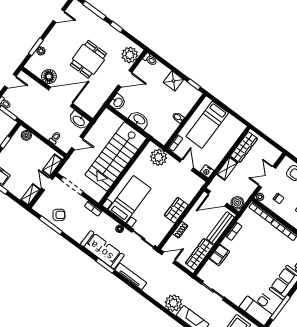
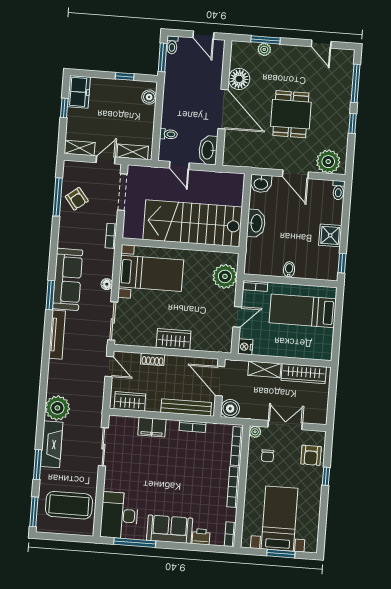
dining table: (88, 59) -> (291, 114), turned 90
wardrobe: (199, 254) -> (130, 401), width x0.67

